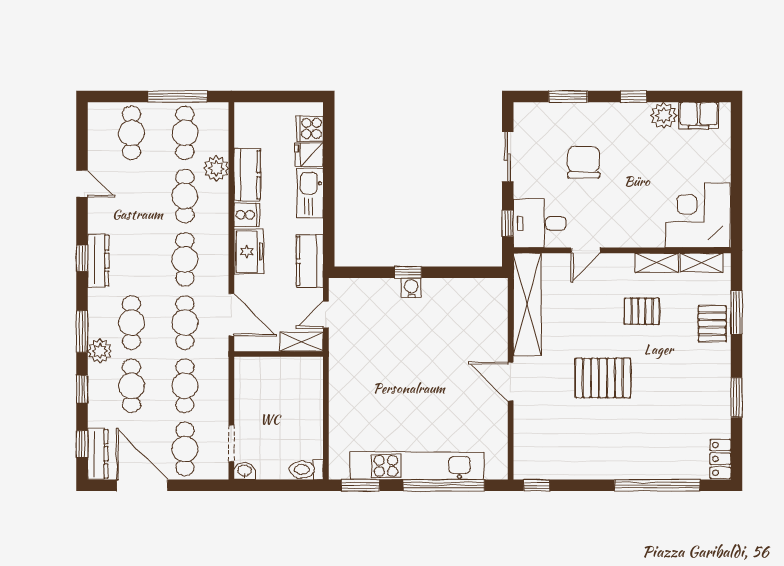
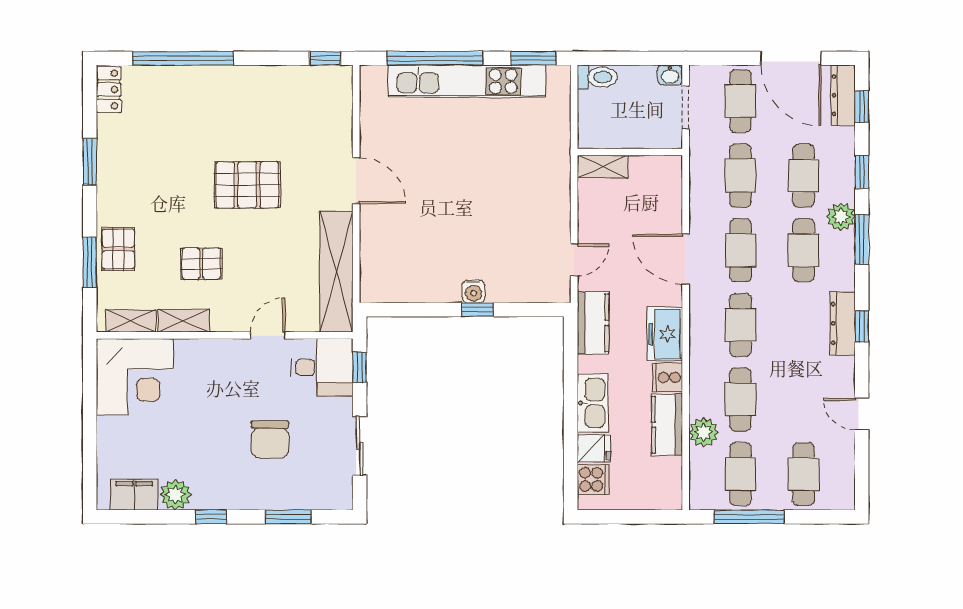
shelving: (302, 342) -> (603, 167), moved
wall: (279, 354) -> (630, 152), moved

